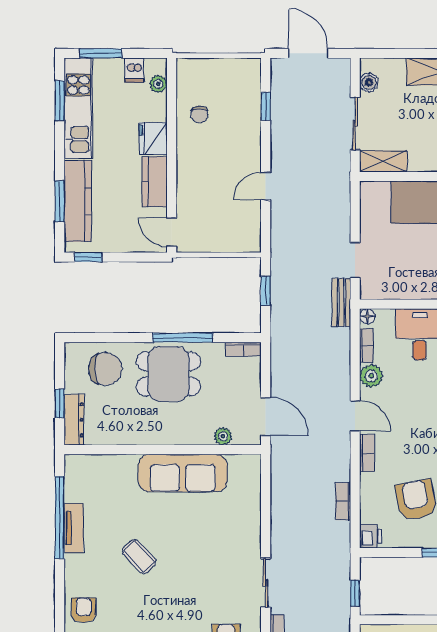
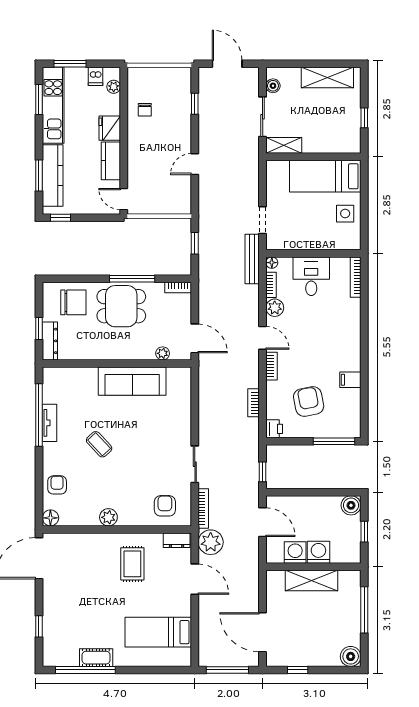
bench: (341, 303) -> (252, 259), width x1.36

